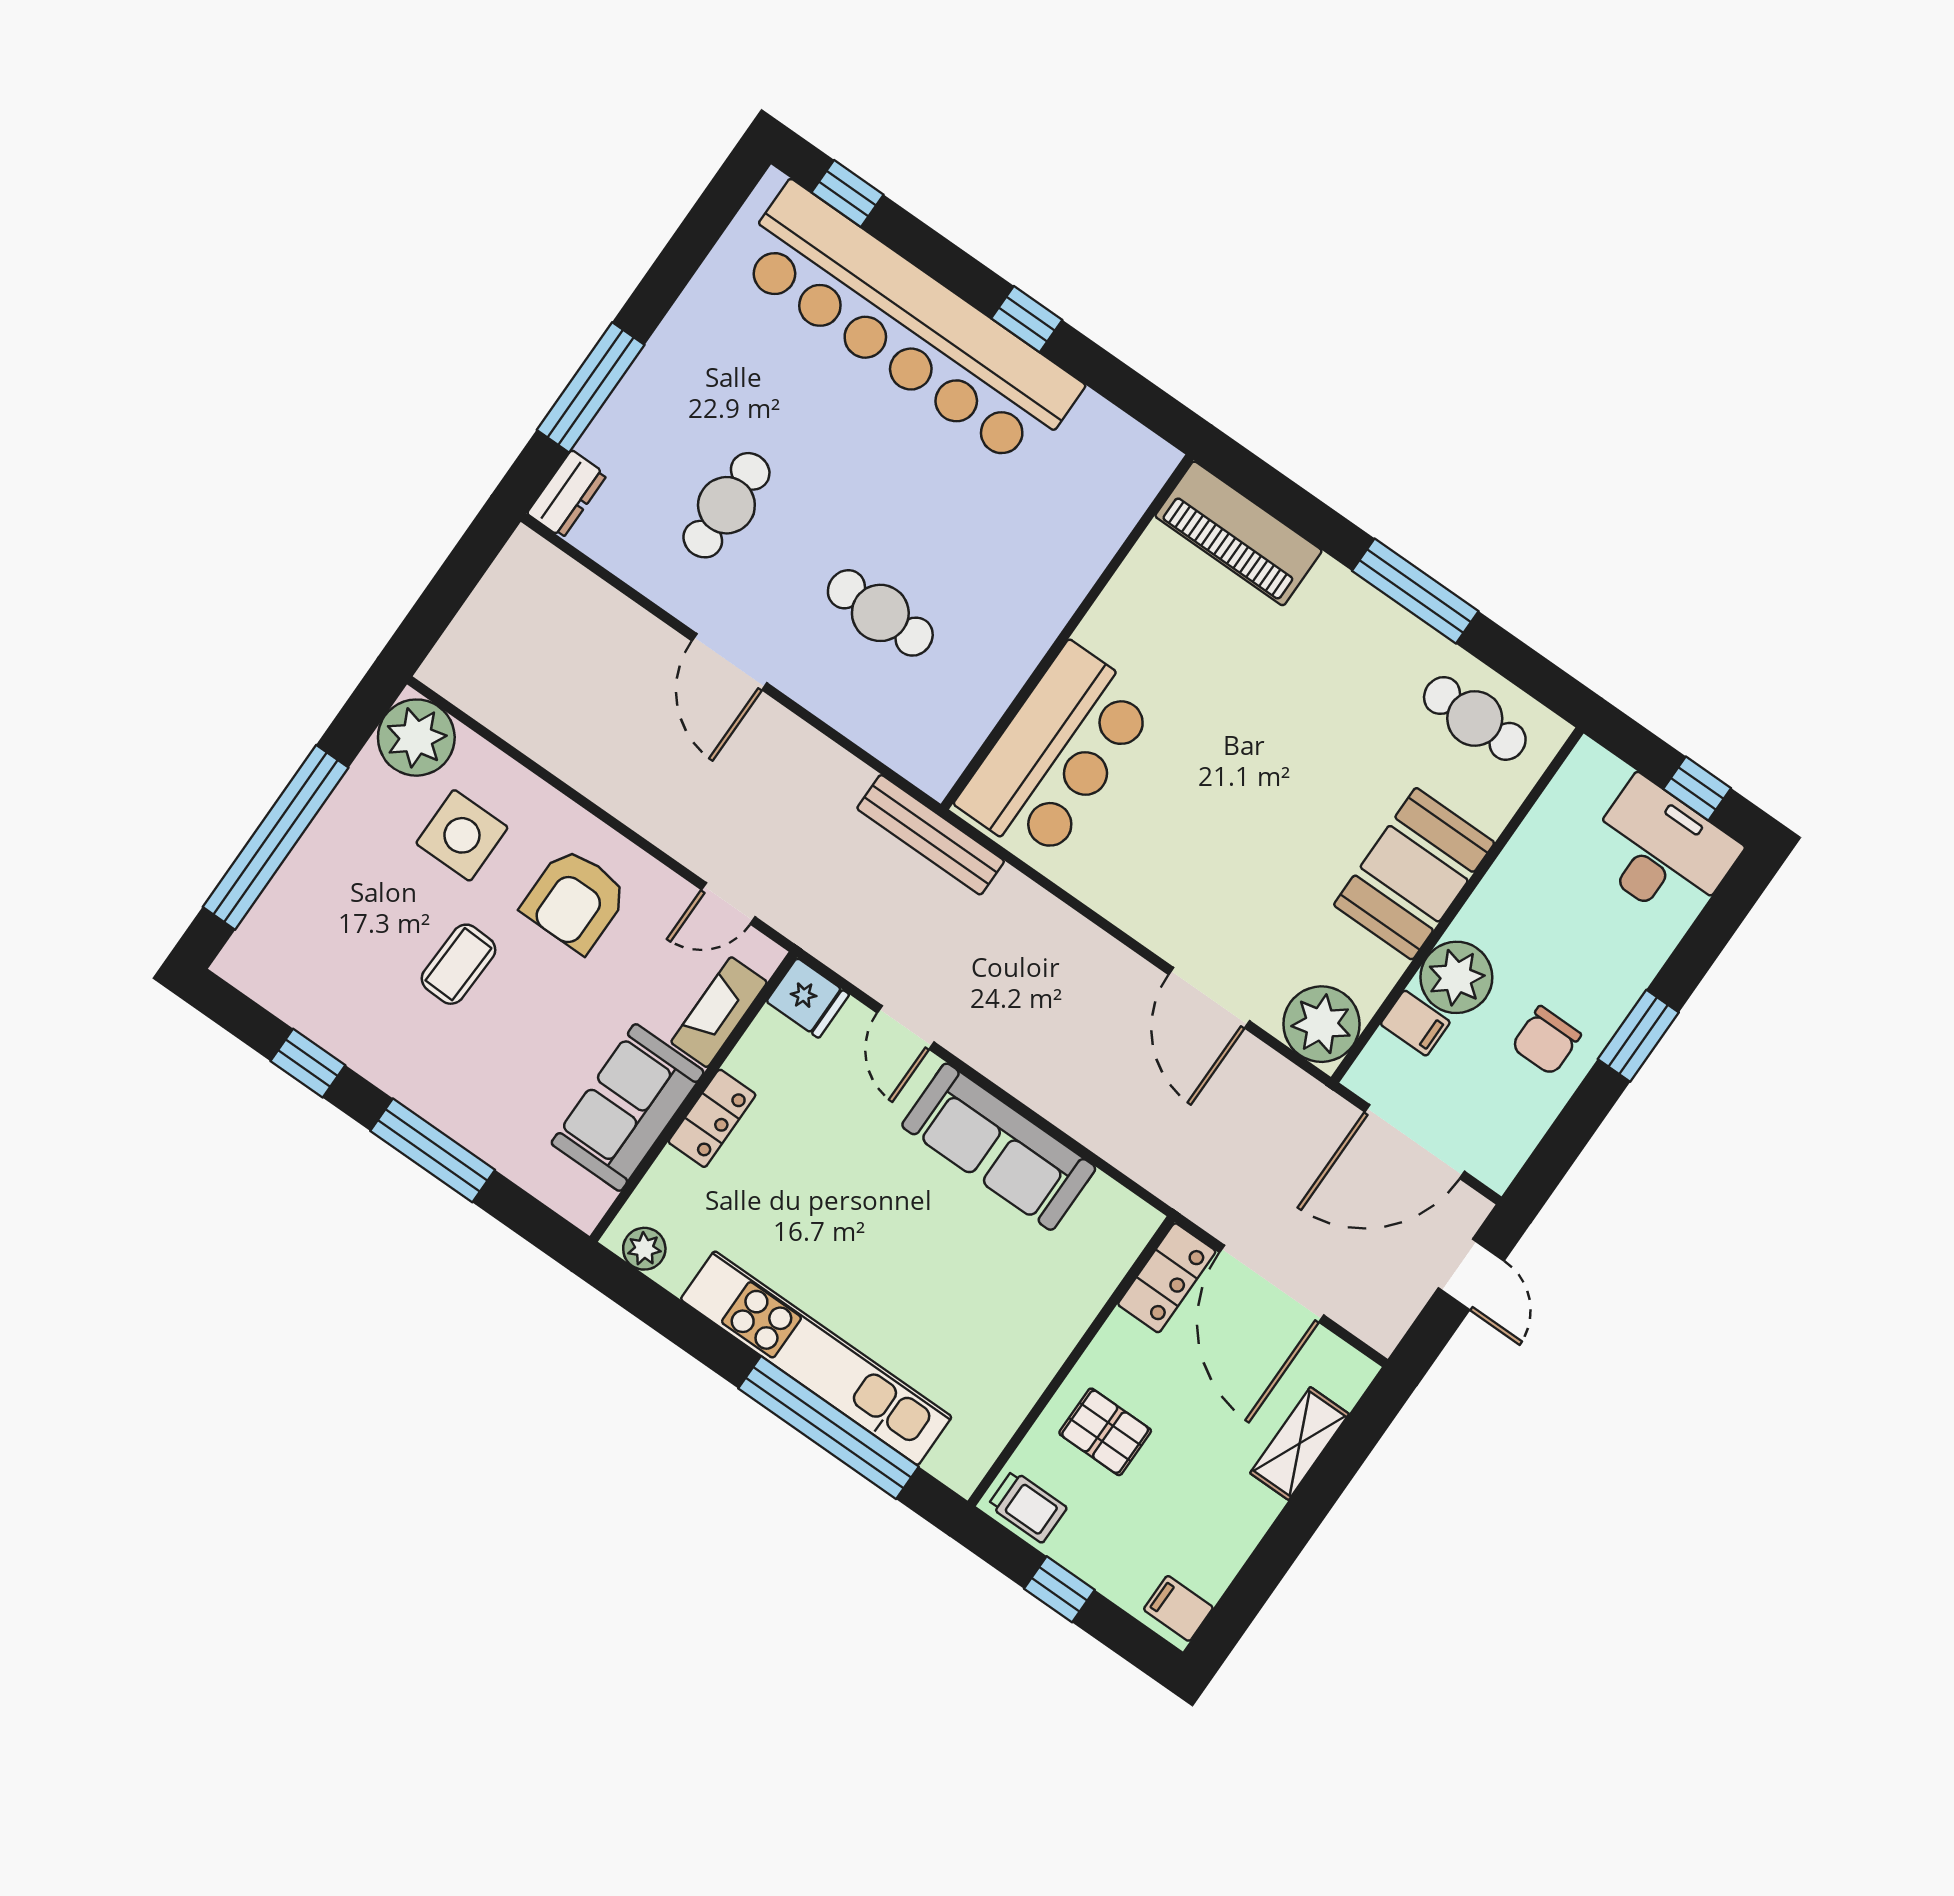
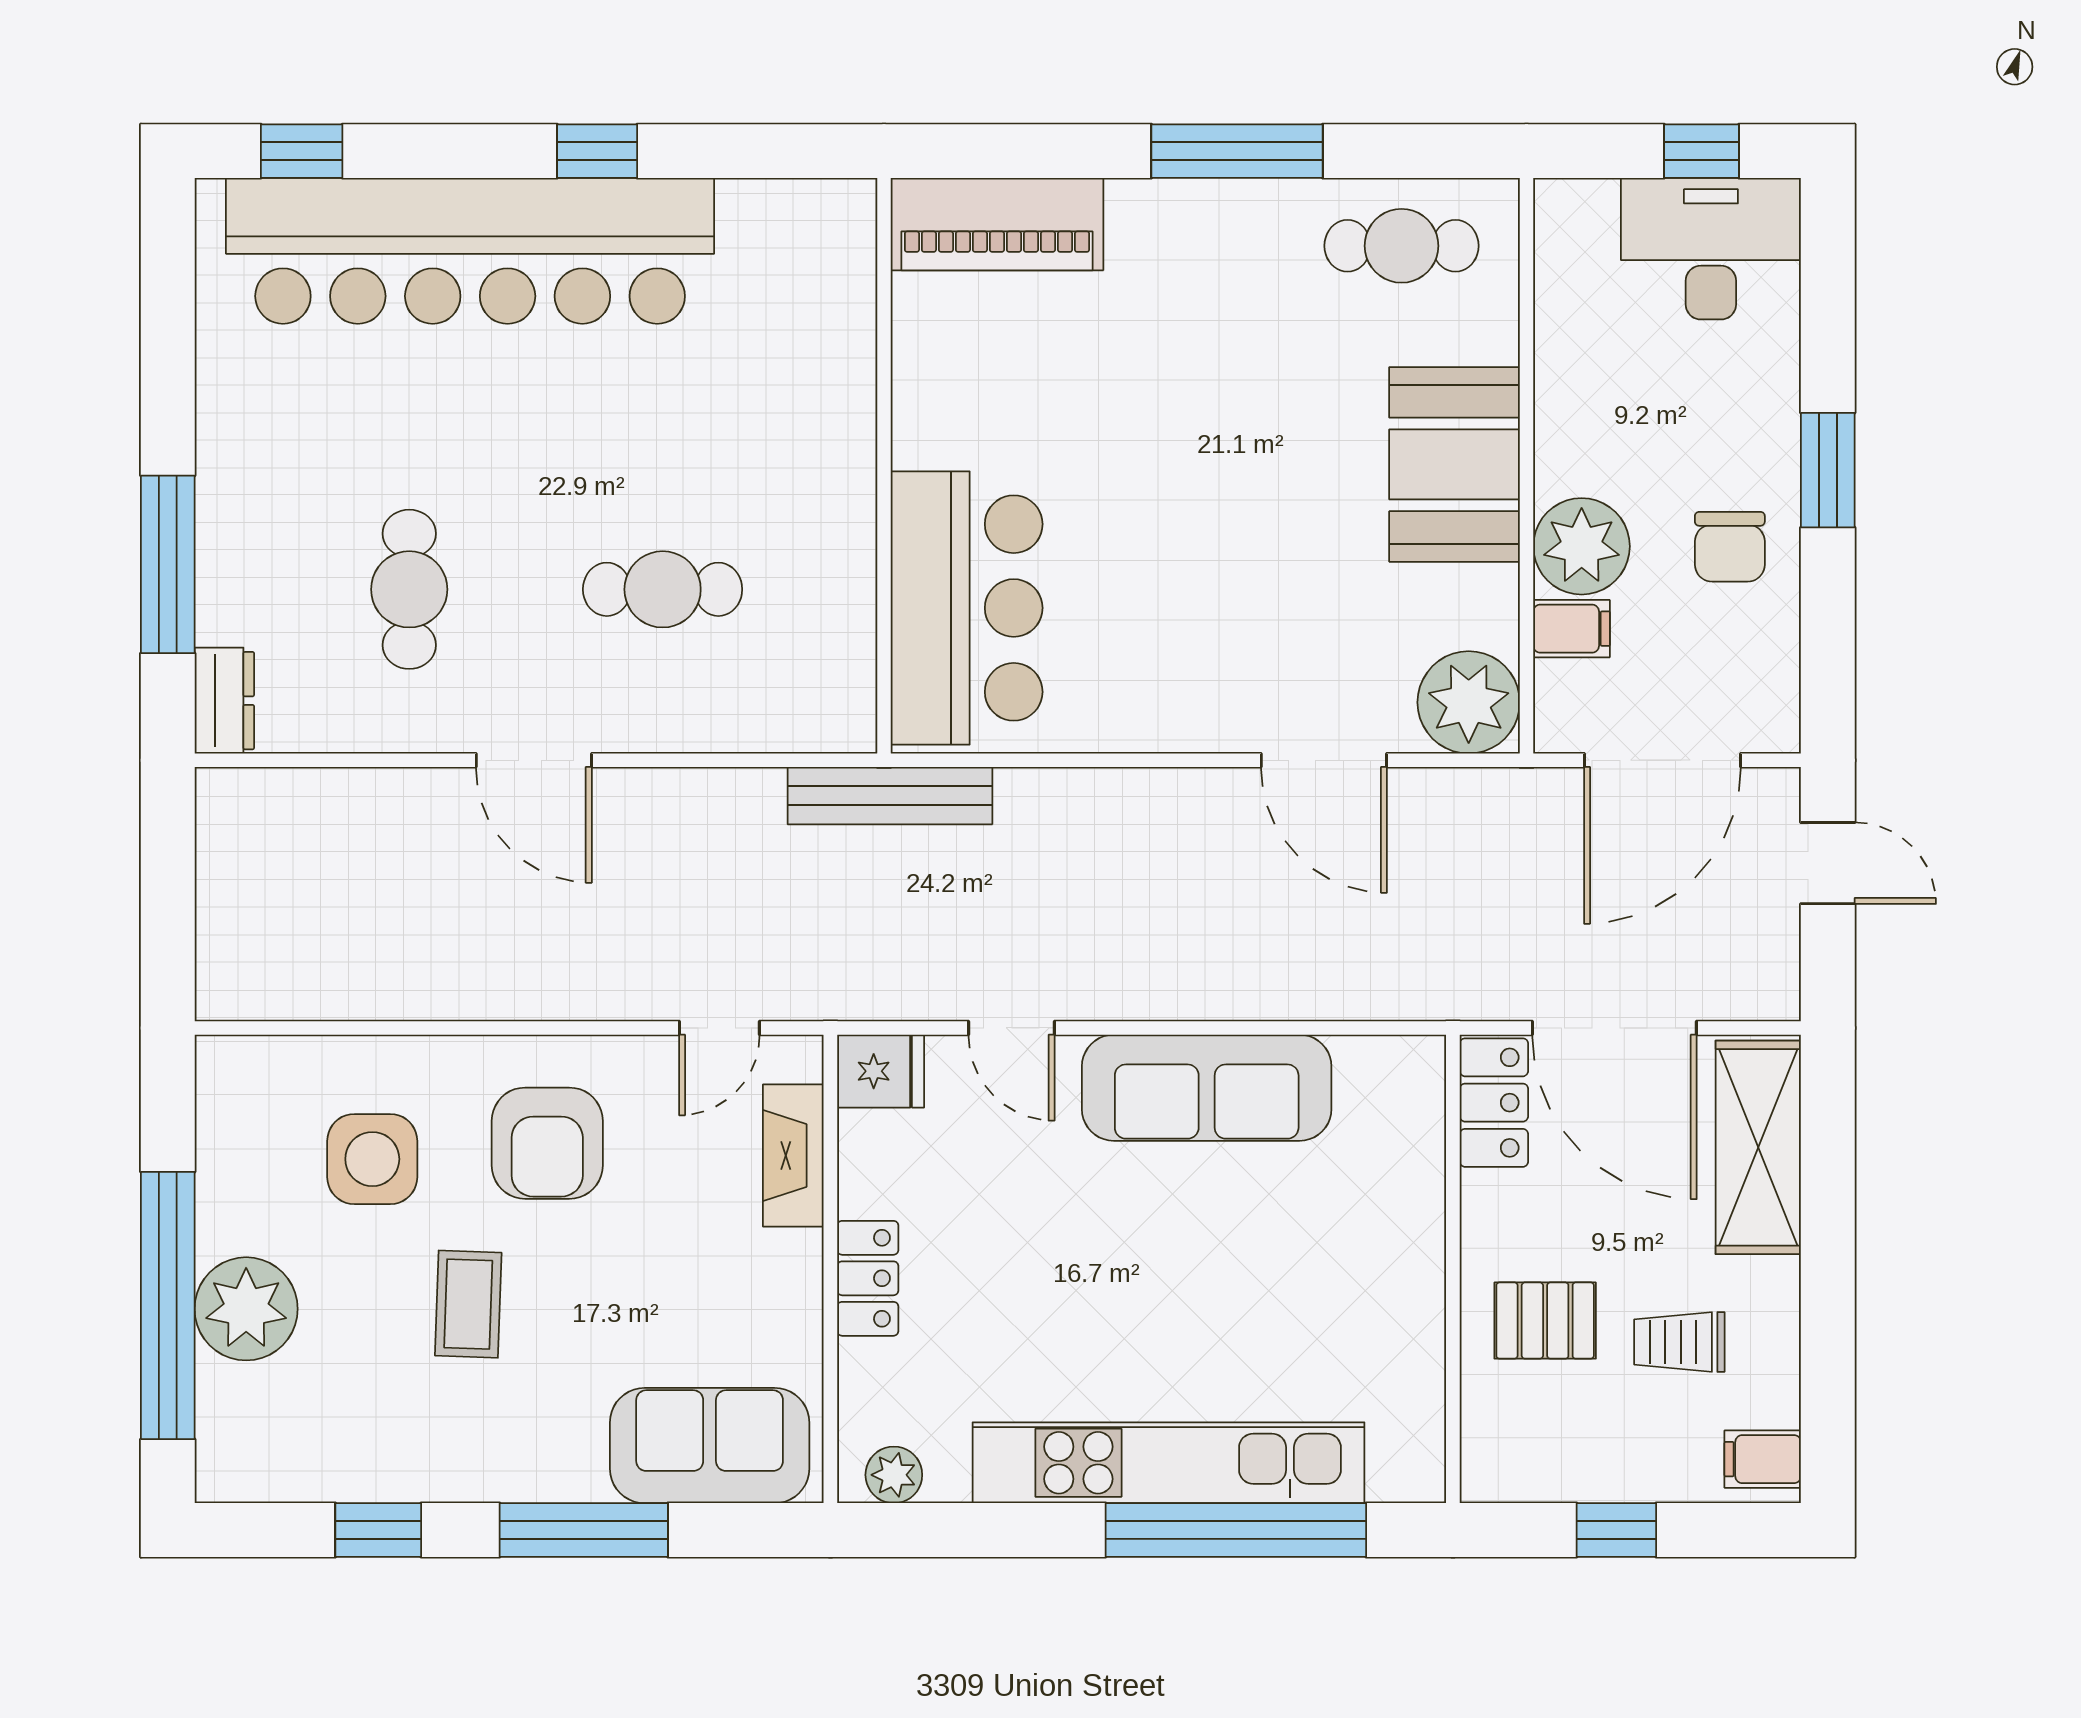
plant: (416, 738) -> (246, 1309), moved
sofa: (628, 1108) -> (710, 1446), moved, turned 90
shelving: (1300, 1443) -> (1758, 1147), width x1.50, depth x1.33
trolley: (1027, 1507) -> (1679, 1342), moved, turned 180

